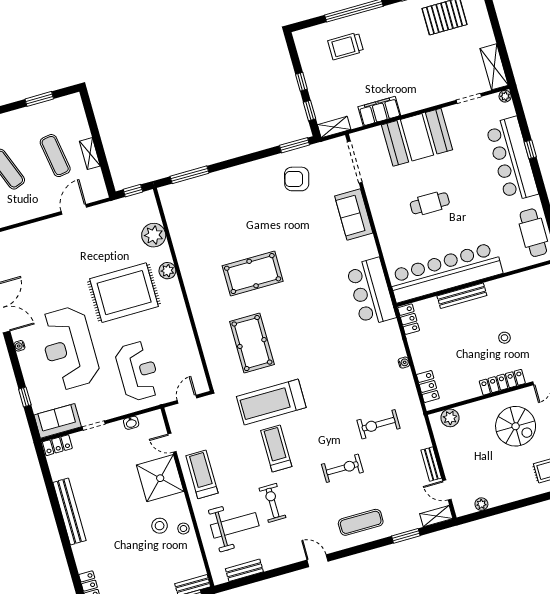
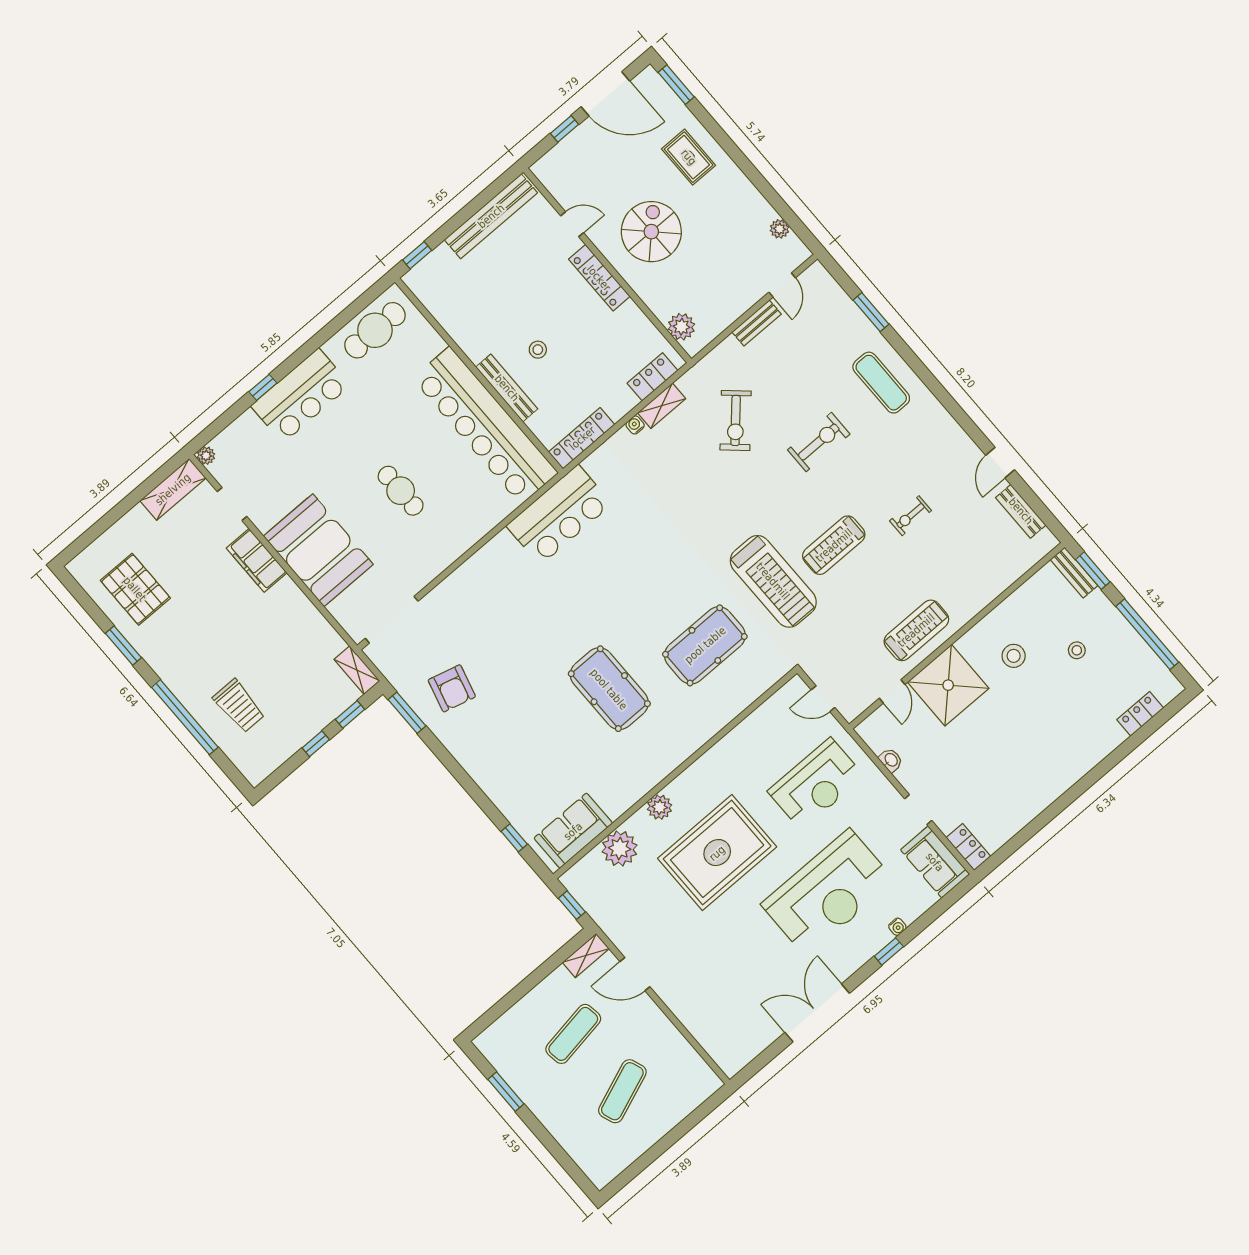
filing cabinet: (379, 111) -> (257, 560), moved
shelving: (90, 154) -> (586, 956), moved
bar counter: (512, 159) -> (301, 396), width x0.73
window: (189, 175) -> (514, 838), width x0.46
sofa: (354, 215) -> (573, 831), moved, turned 180
rug: (124, 293) -> (717, 853), turned 90
locker: (409, 319) -> (582, 438), width x1.53
stool: (504, 338) -> (538, 350), moved
water cooler: (19, 346) -> (897, 927), moved
reception desk: (138, 371) -> (816, 784), turned 180
window: (25, 397) -> (889, 951), moved
exercise bike: (379, 424) -> (736, 420), turned 42
exercise bike: (342, 468) -> (819, 442), turned 90
treadmill: (202, 474) -> (916, 630), turned 180
exercise bike: (272, 503) -> (911, 516), width x0.73, depth x0.72
bench: (69, 511) -> (1051, 788), removed
shelving: (436, 516) -> (662, 406), moved, turned 90
weight bench: (235, 525) -> (965, 553), removed
stool: (183, 529) -> (1077, 650), moved
door: (318, 561) -> (1000, 463), moved

